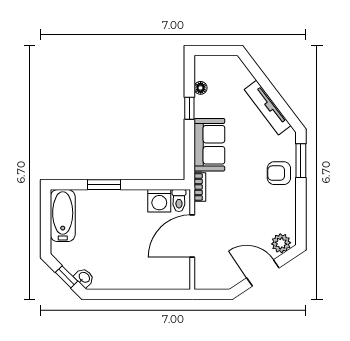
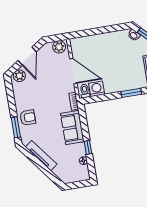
door: (192, 236) -> (73, 71), hinge flipped
door: (263, 273) -> (27, 56), hinge flipped
plant: (209, 279) -> (59, 47), added

